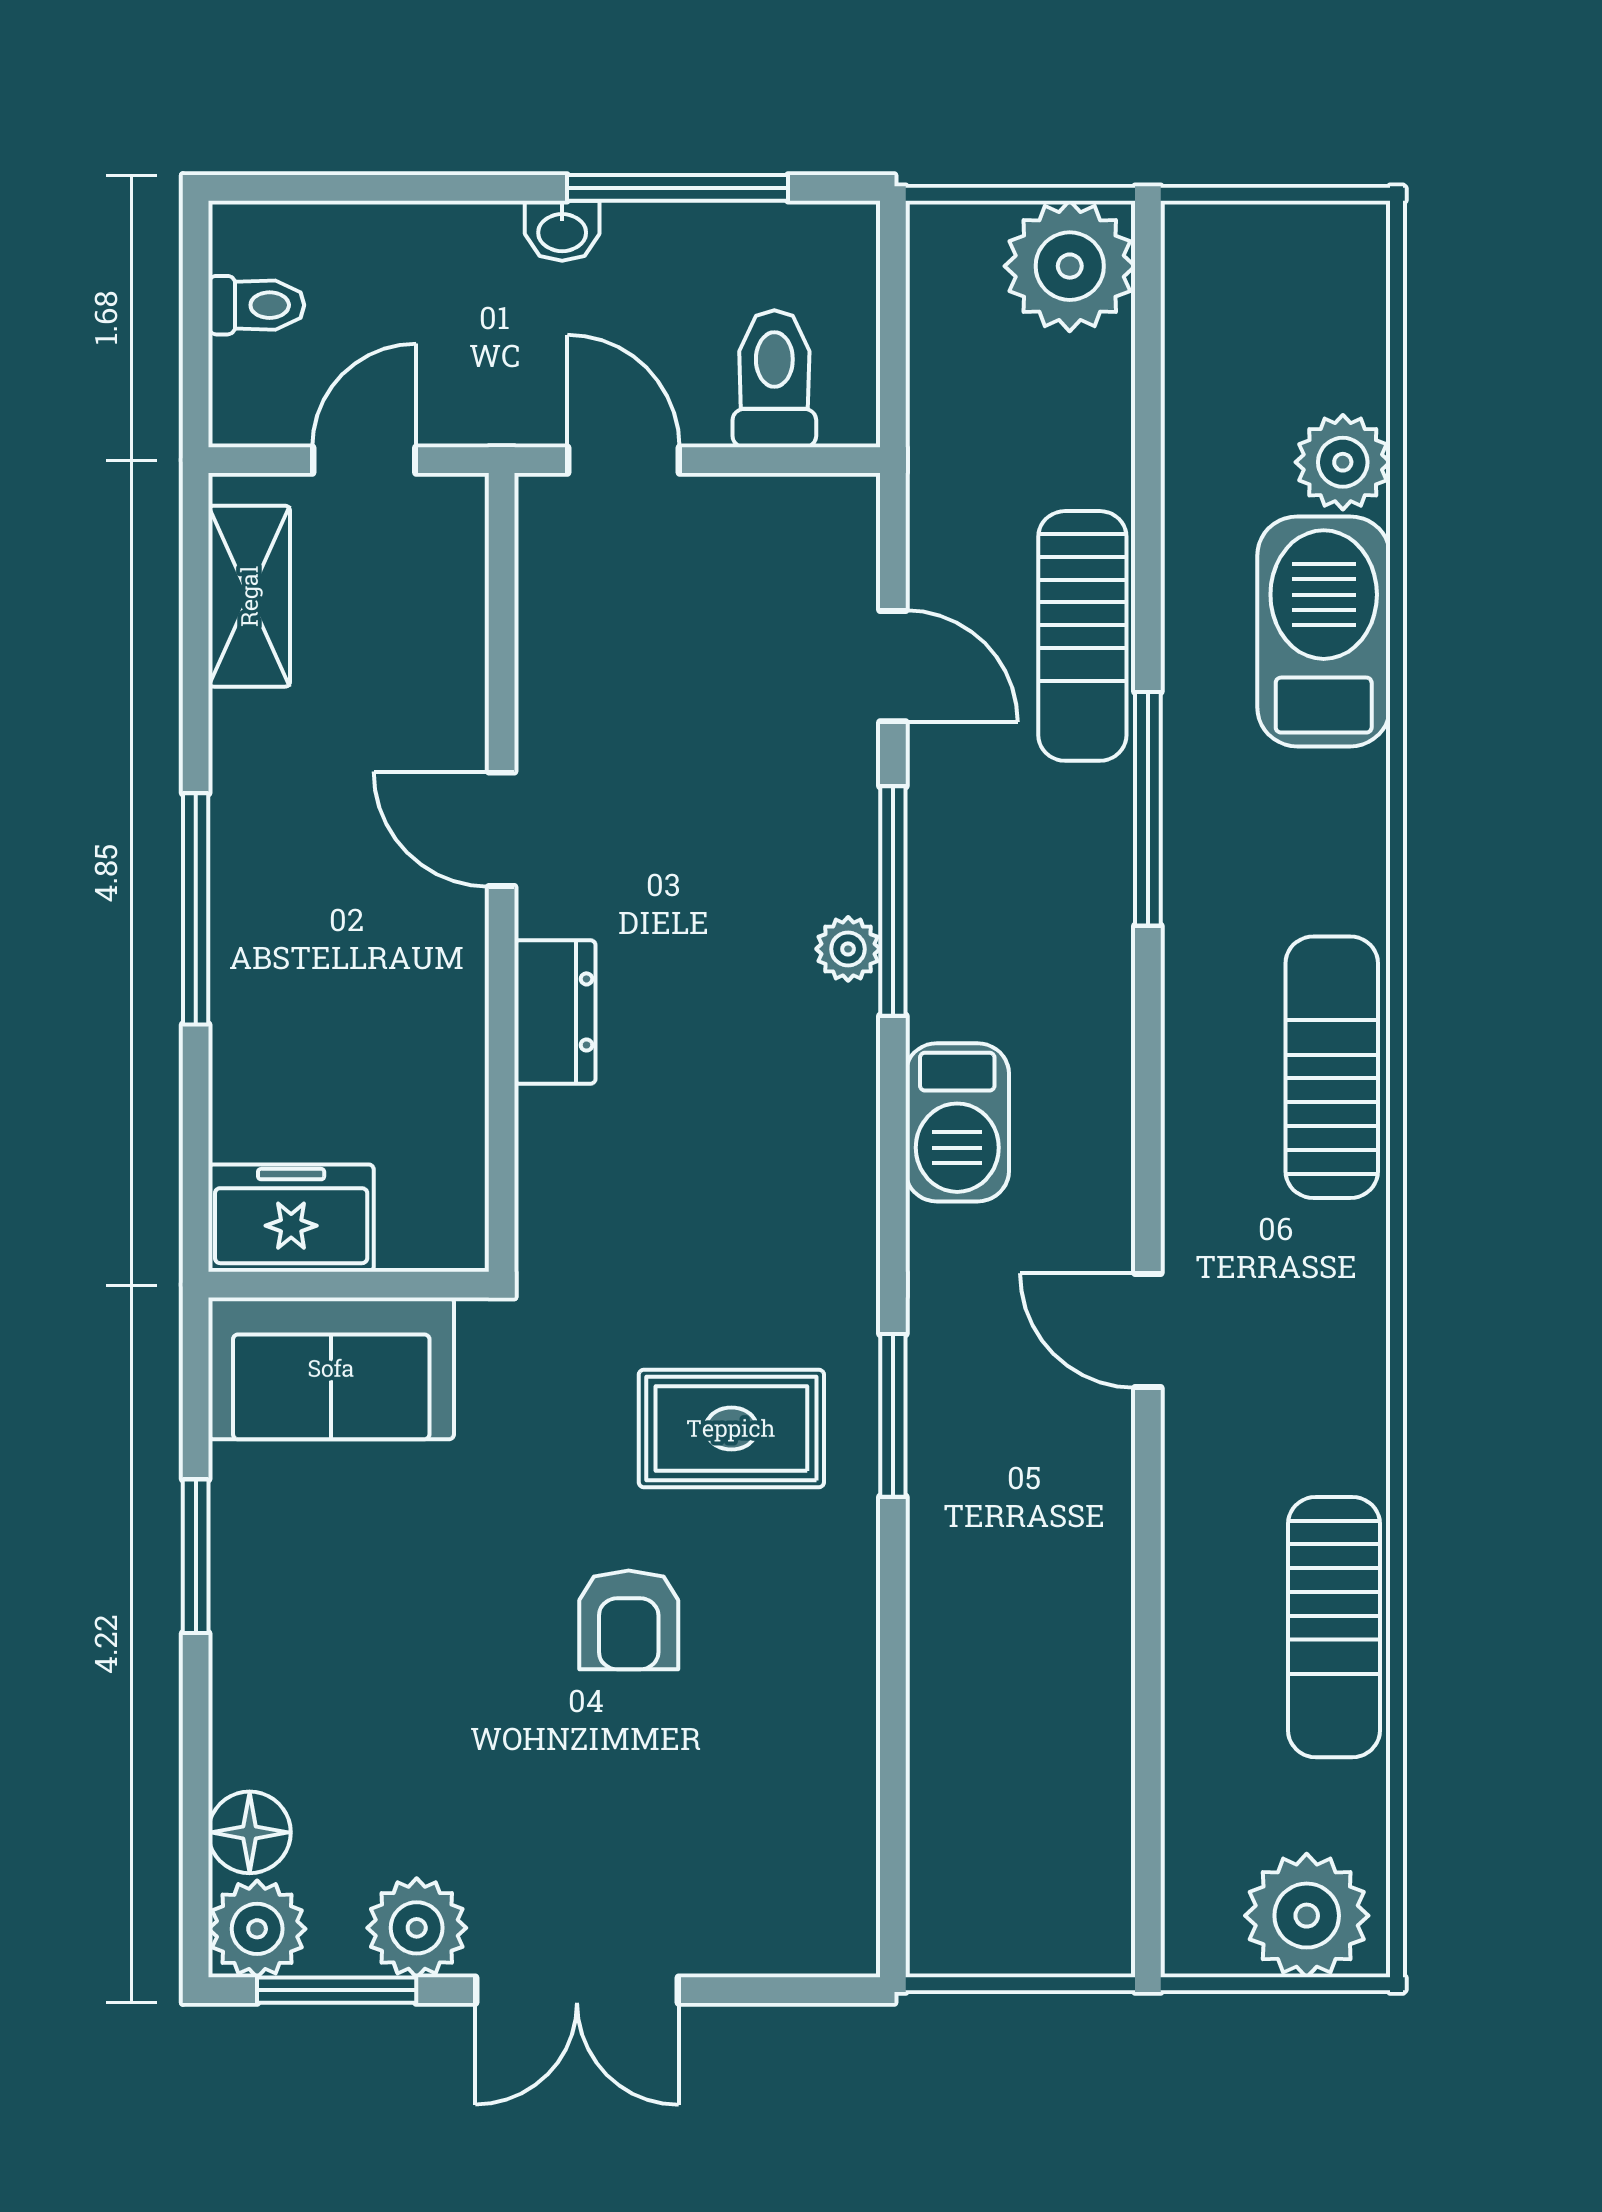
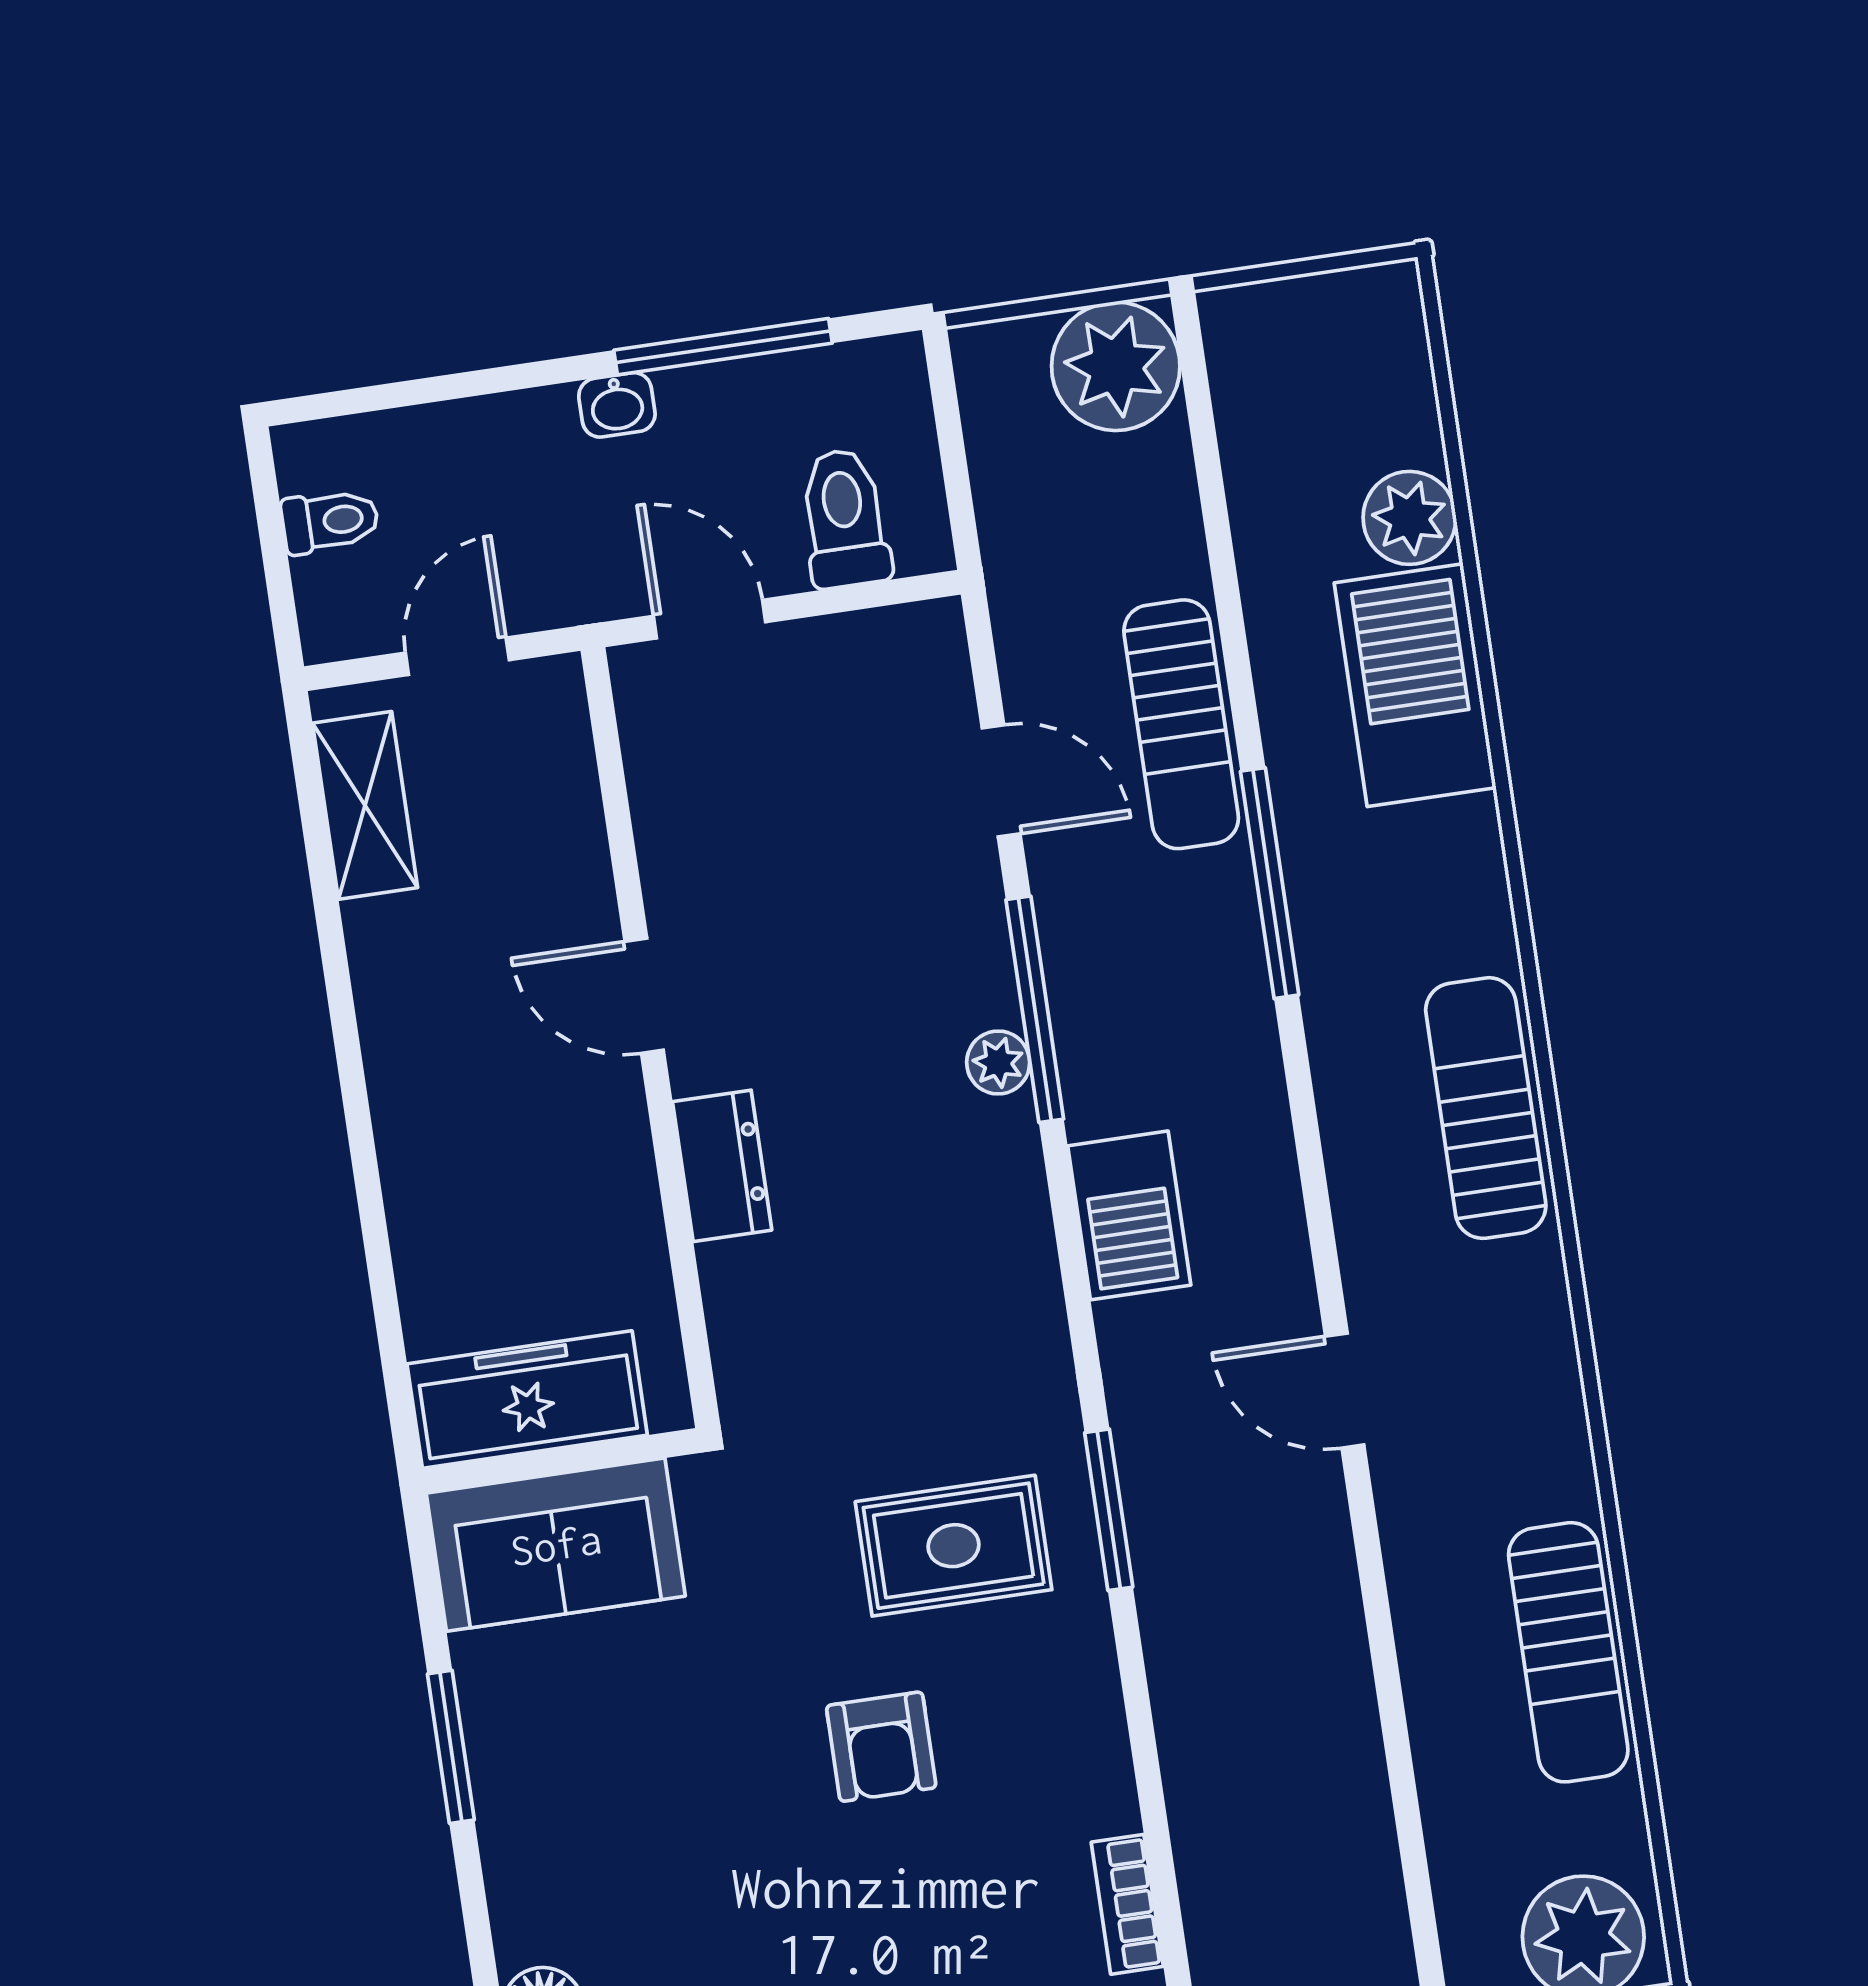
window: (196, 909) -> (358, 1117), removed
freezer: (291, 1218) -> (527, 1400), width x1.40
bookcase: (853, 1815) -> (1127, 1904), added

